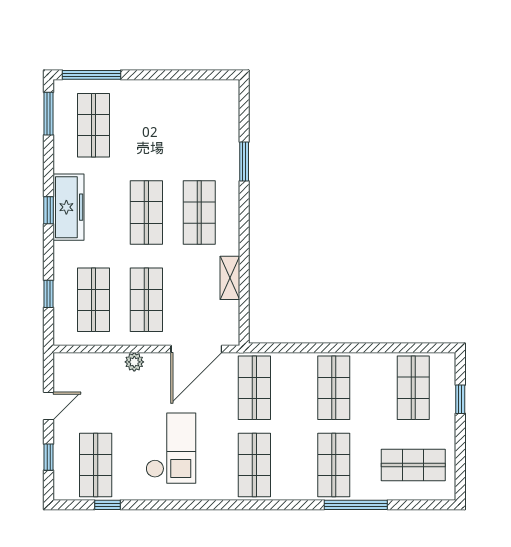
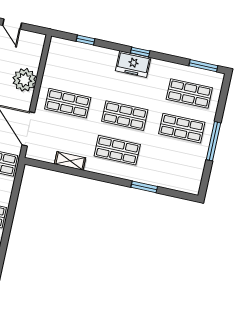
window: (92, 75) -> (213, 141), moved
freezer: (69, 207) -> (133, 64), width x0.71
shop shelf: (93, 300) -> (182, 128), moved
plant: (134, 362) -> (24, 80), width x1.87, depth x1.87

